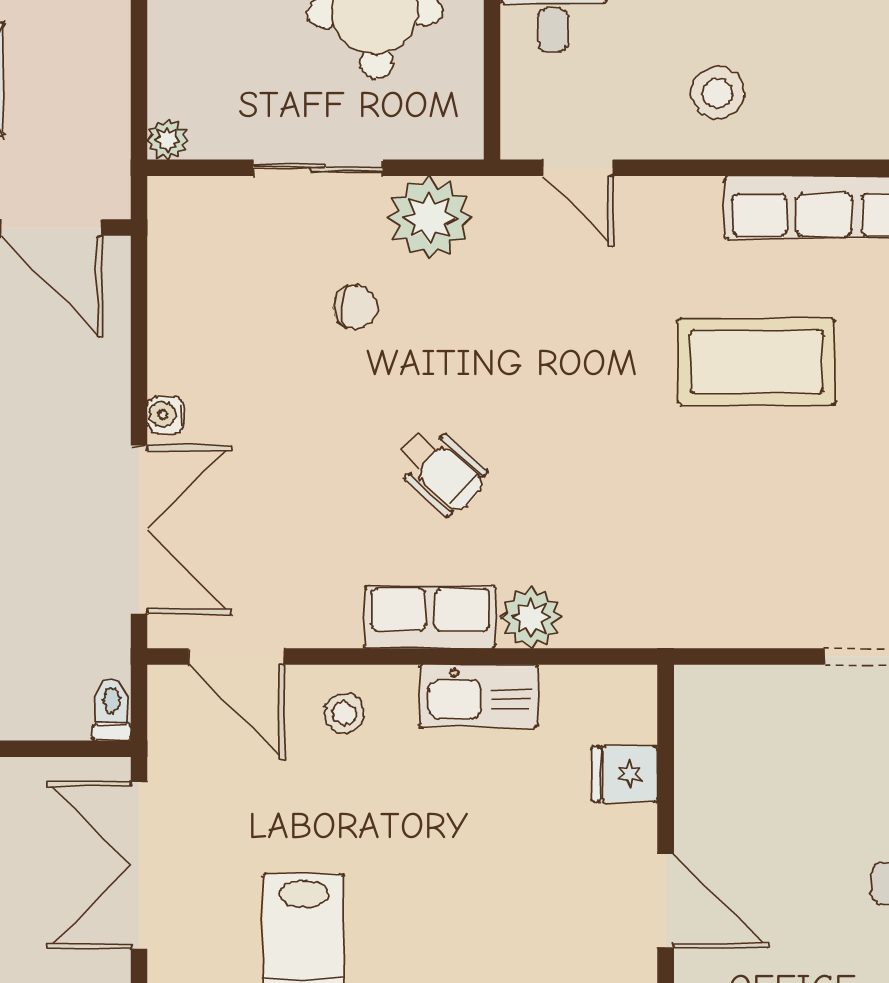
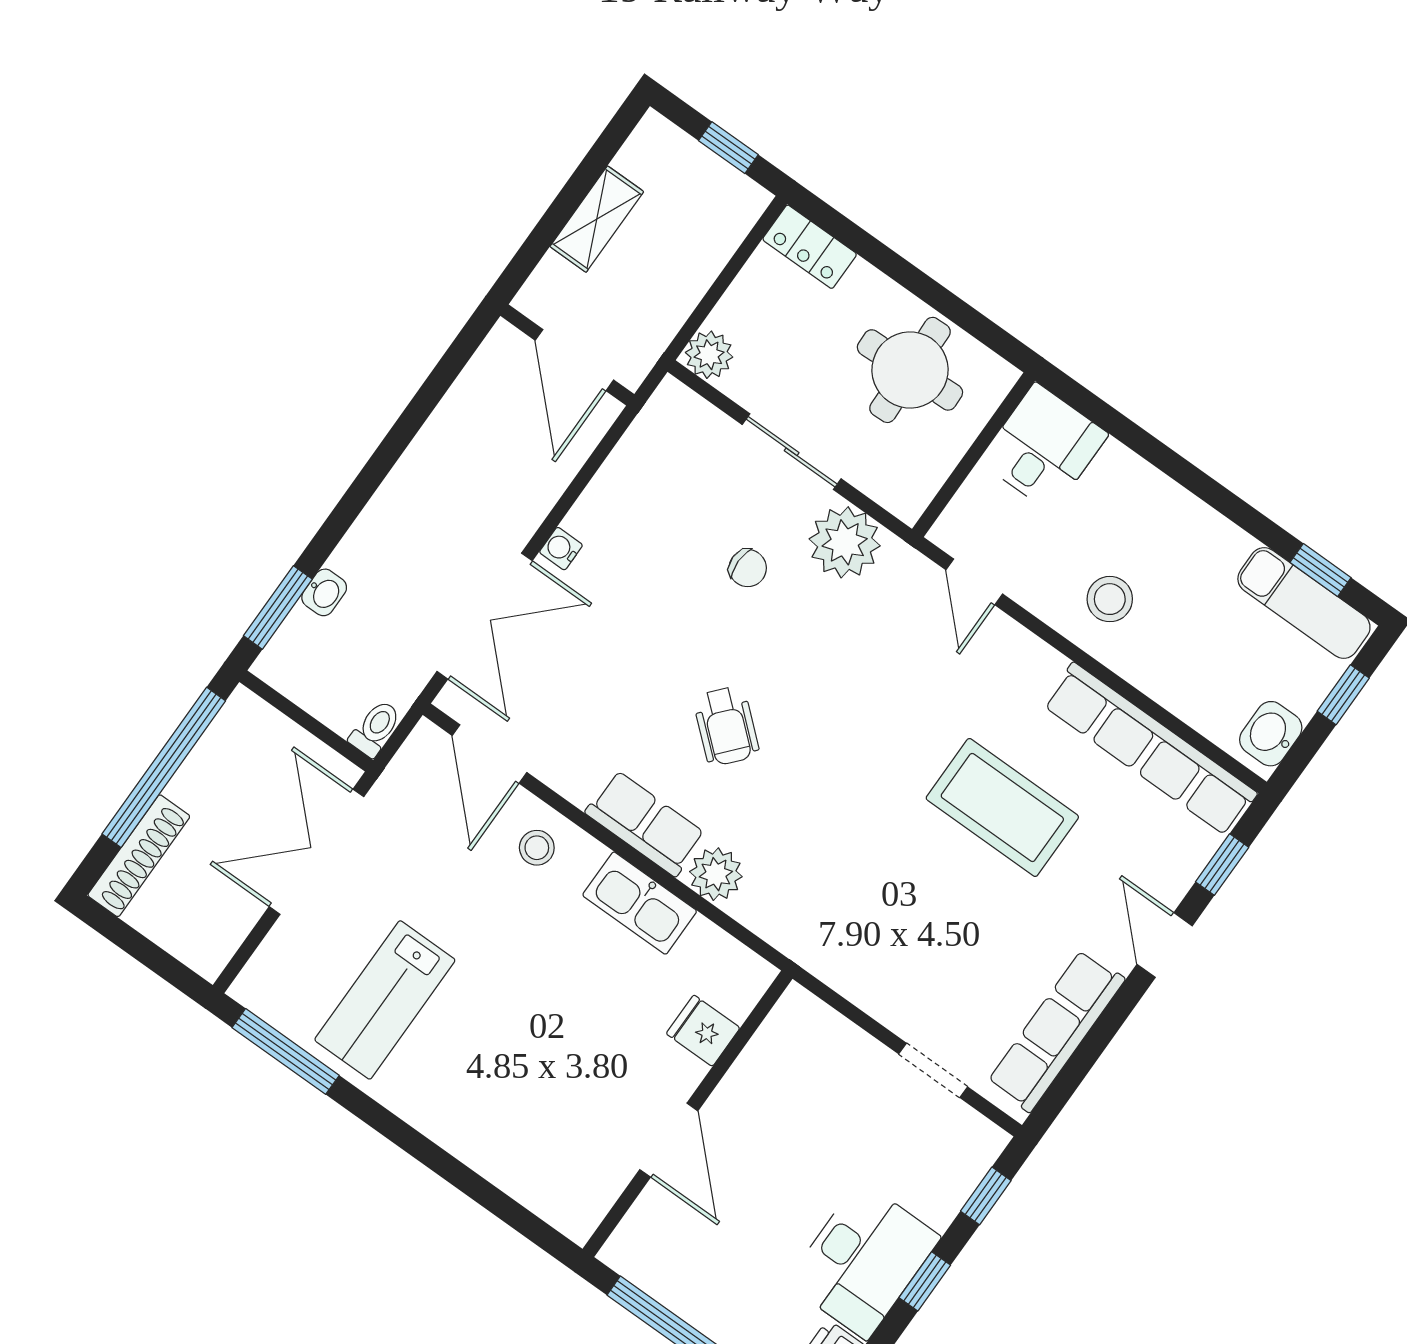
plant: (167, 139) -> (709, 355), width x1.38, depth x1.38

